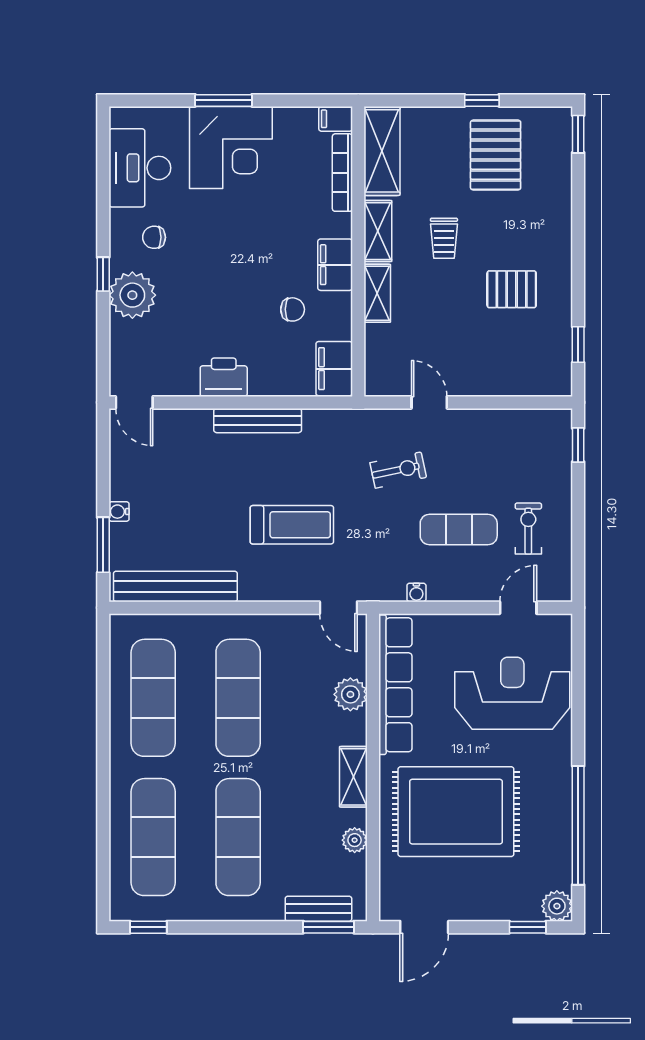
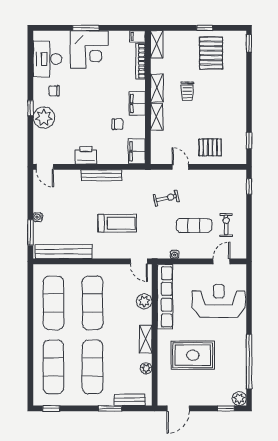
shelving: (382, 151) -> (157, 44), width x0.67, depth x0.75
pallet: (512, 289) -> (210, 147), moved
rug: (456, 812) -> (193, 355), width x0.73, depth x0.69
window: (329, 927) -> (110, 408), moved

